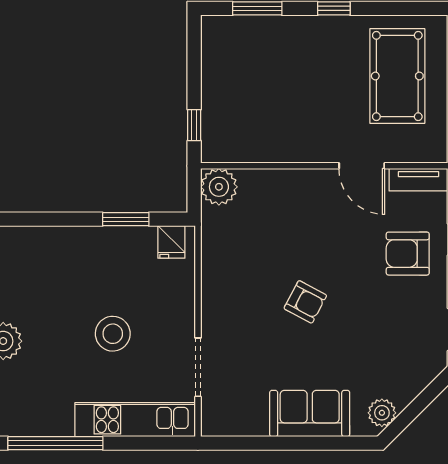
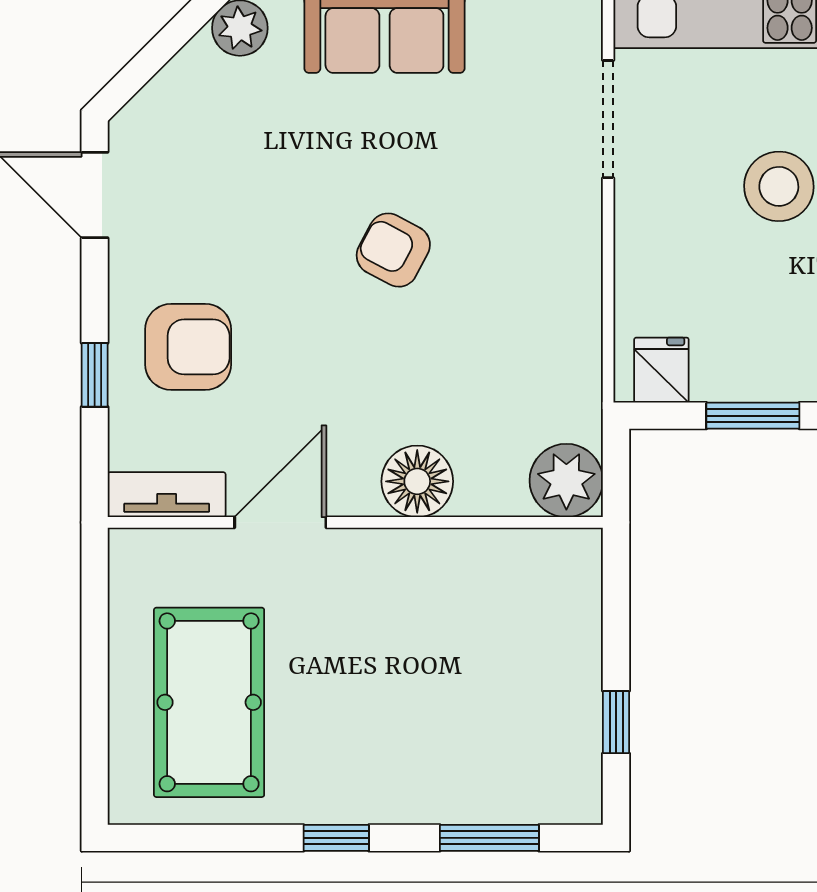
window: (194, 125) -> (616, 722), moved
door: (362, 166) -> (280, 522), hinge flipped
floor lamp: (293, 186) -> (417, 481), added

